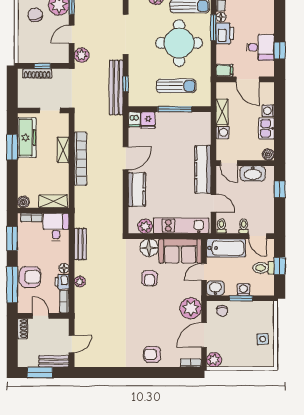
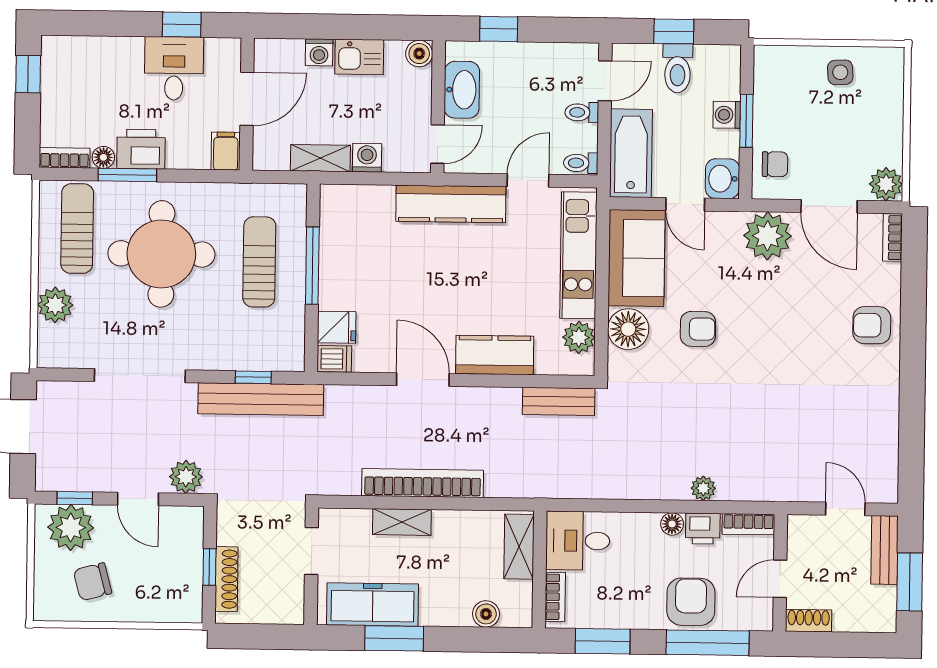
boiler: (23, 202) -> (486, 614), moved
bench: (80, 244) -> (559, 401), moved
armchair: (152, 354) -> (872, 325), turned 89

